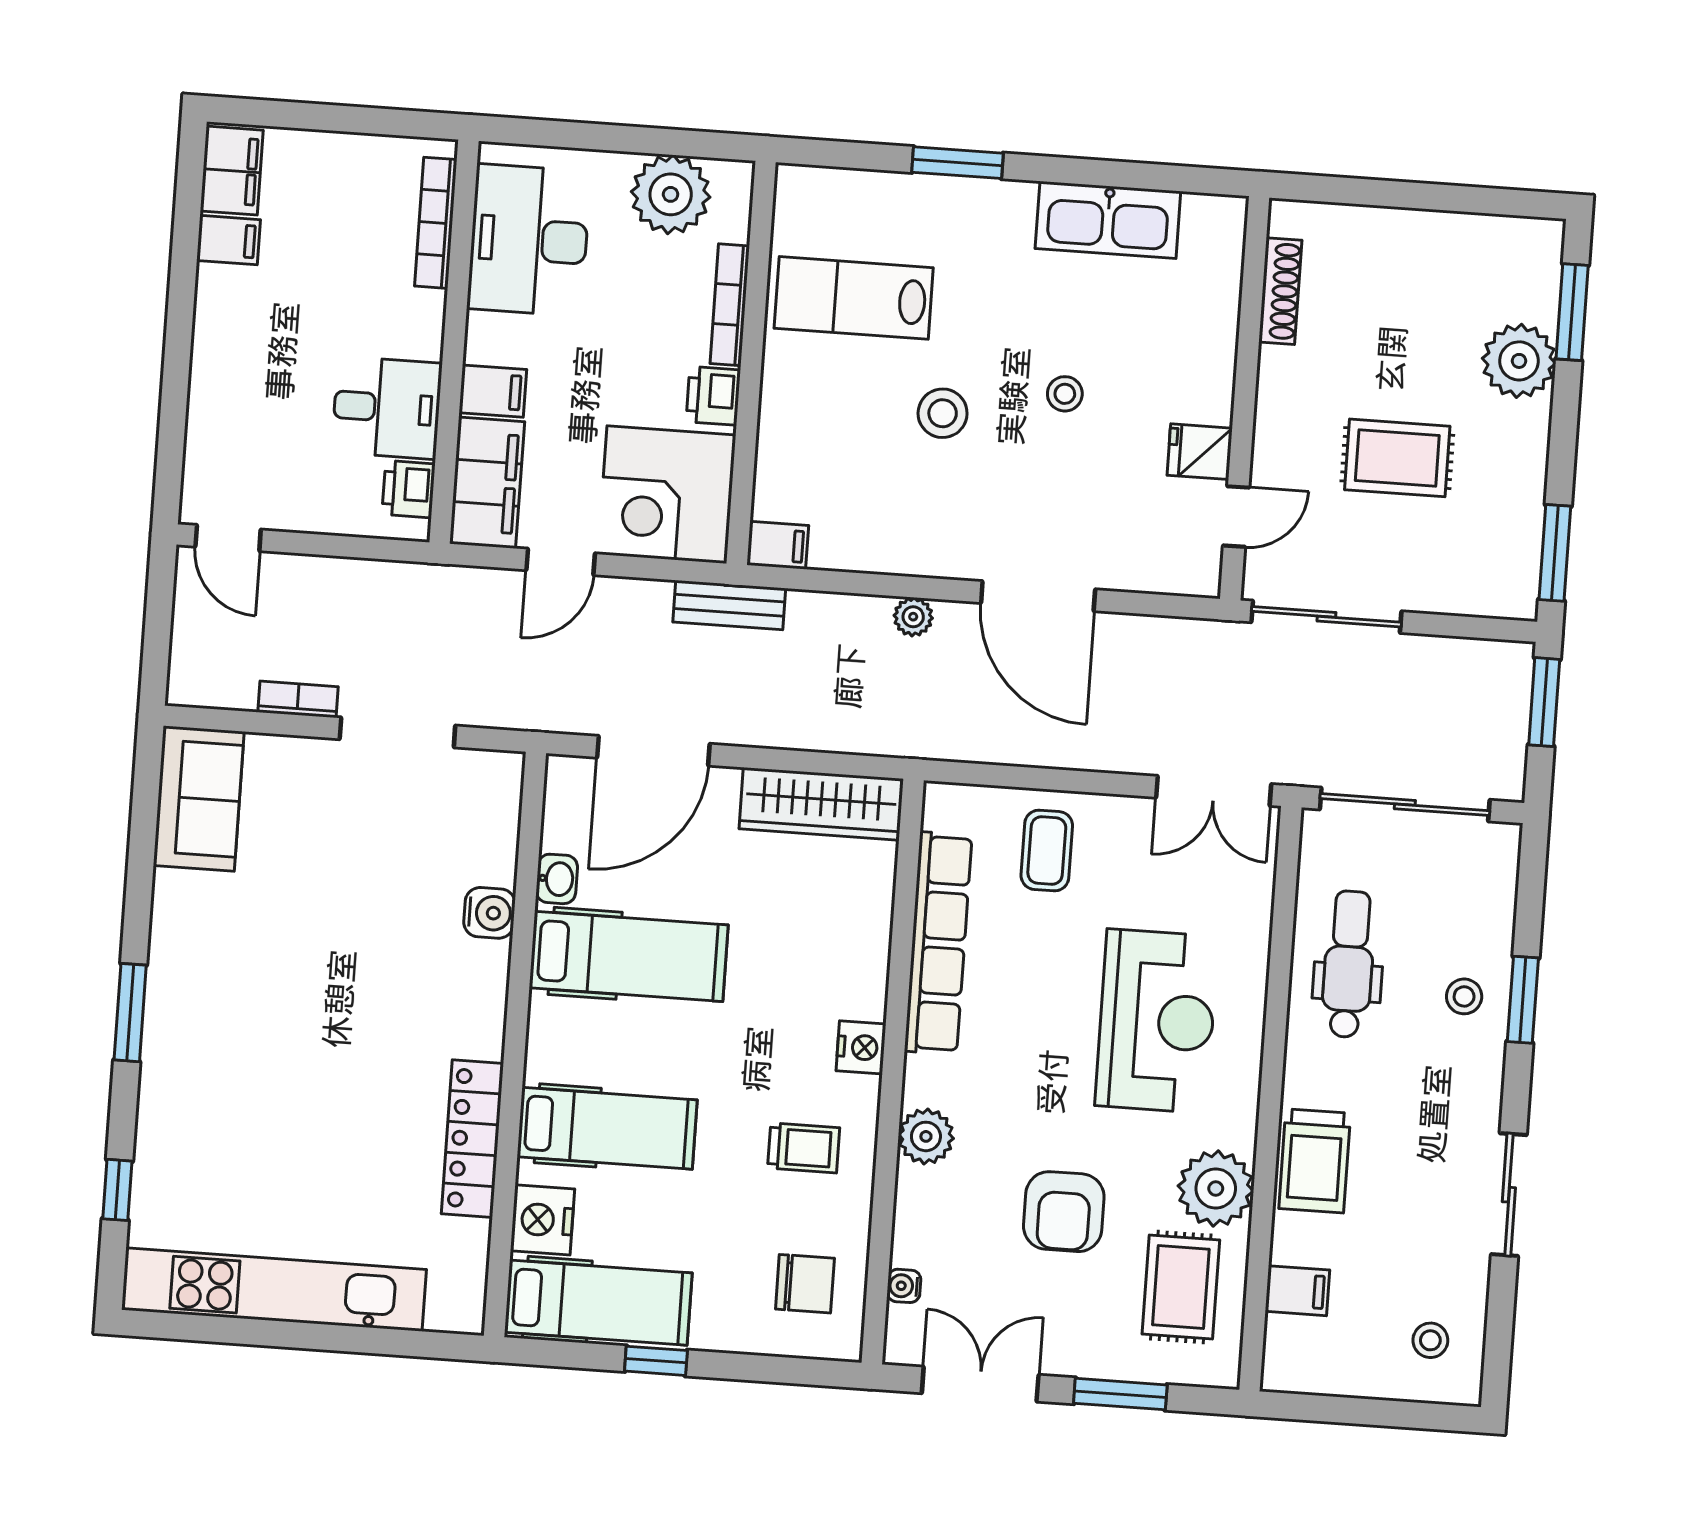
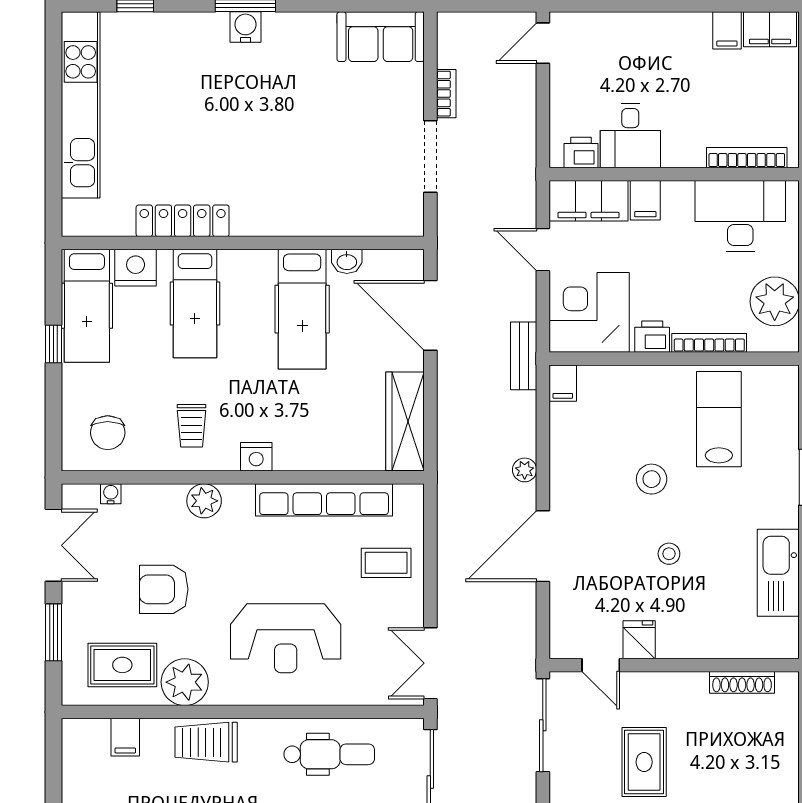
water cooler: (489, 913) -> (245, 27), moved, turned 180

